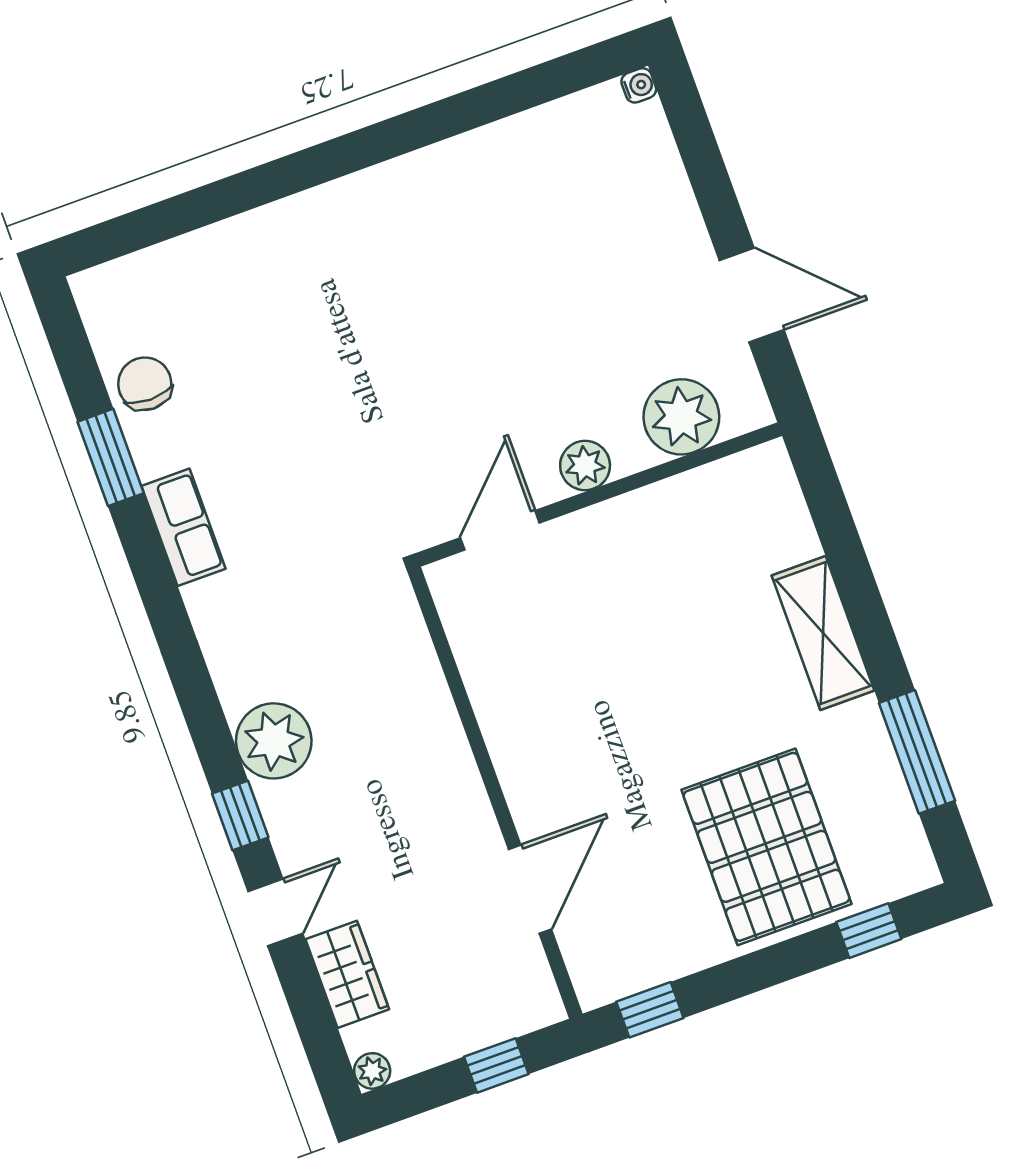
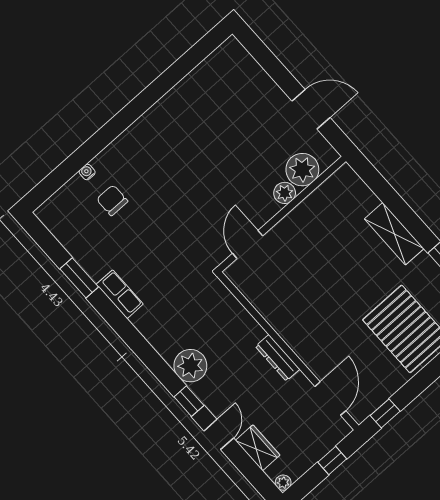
water cooler: (639, 85) -> (87, 172), moved, turned -90
chair: (145, 384) -> (112, 200), moved
plant: (585, 466) -> (285, 193), moved
dresser: (467, 799) -> (278, 358), added
door: (530, 889) -> (330, 399), moved

